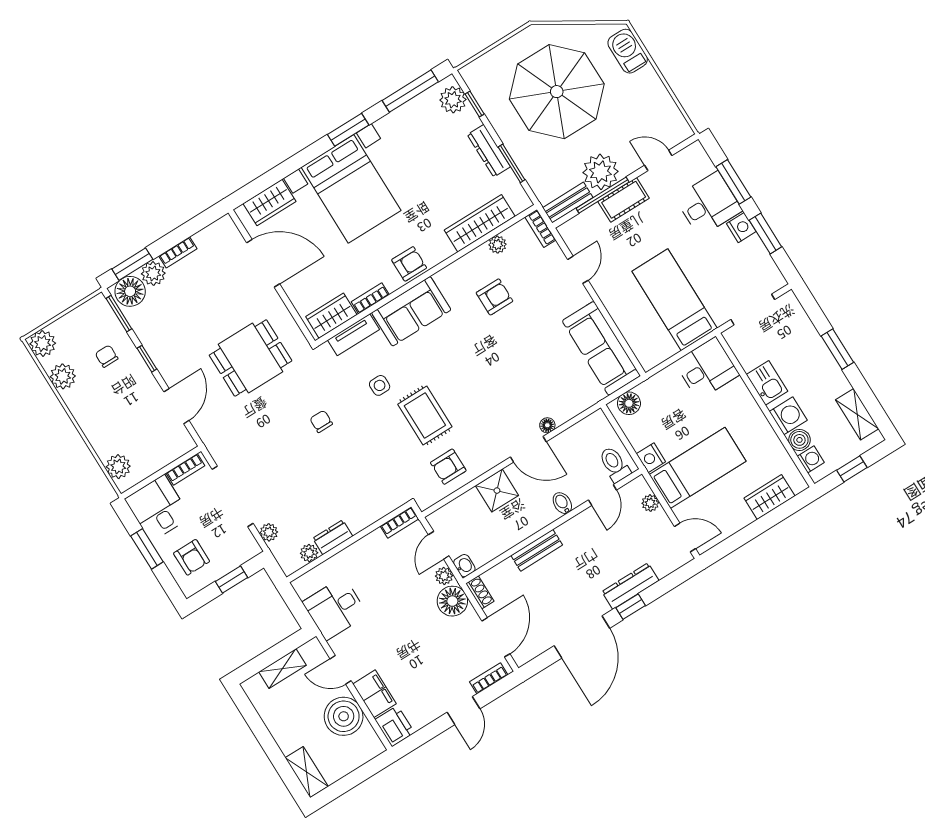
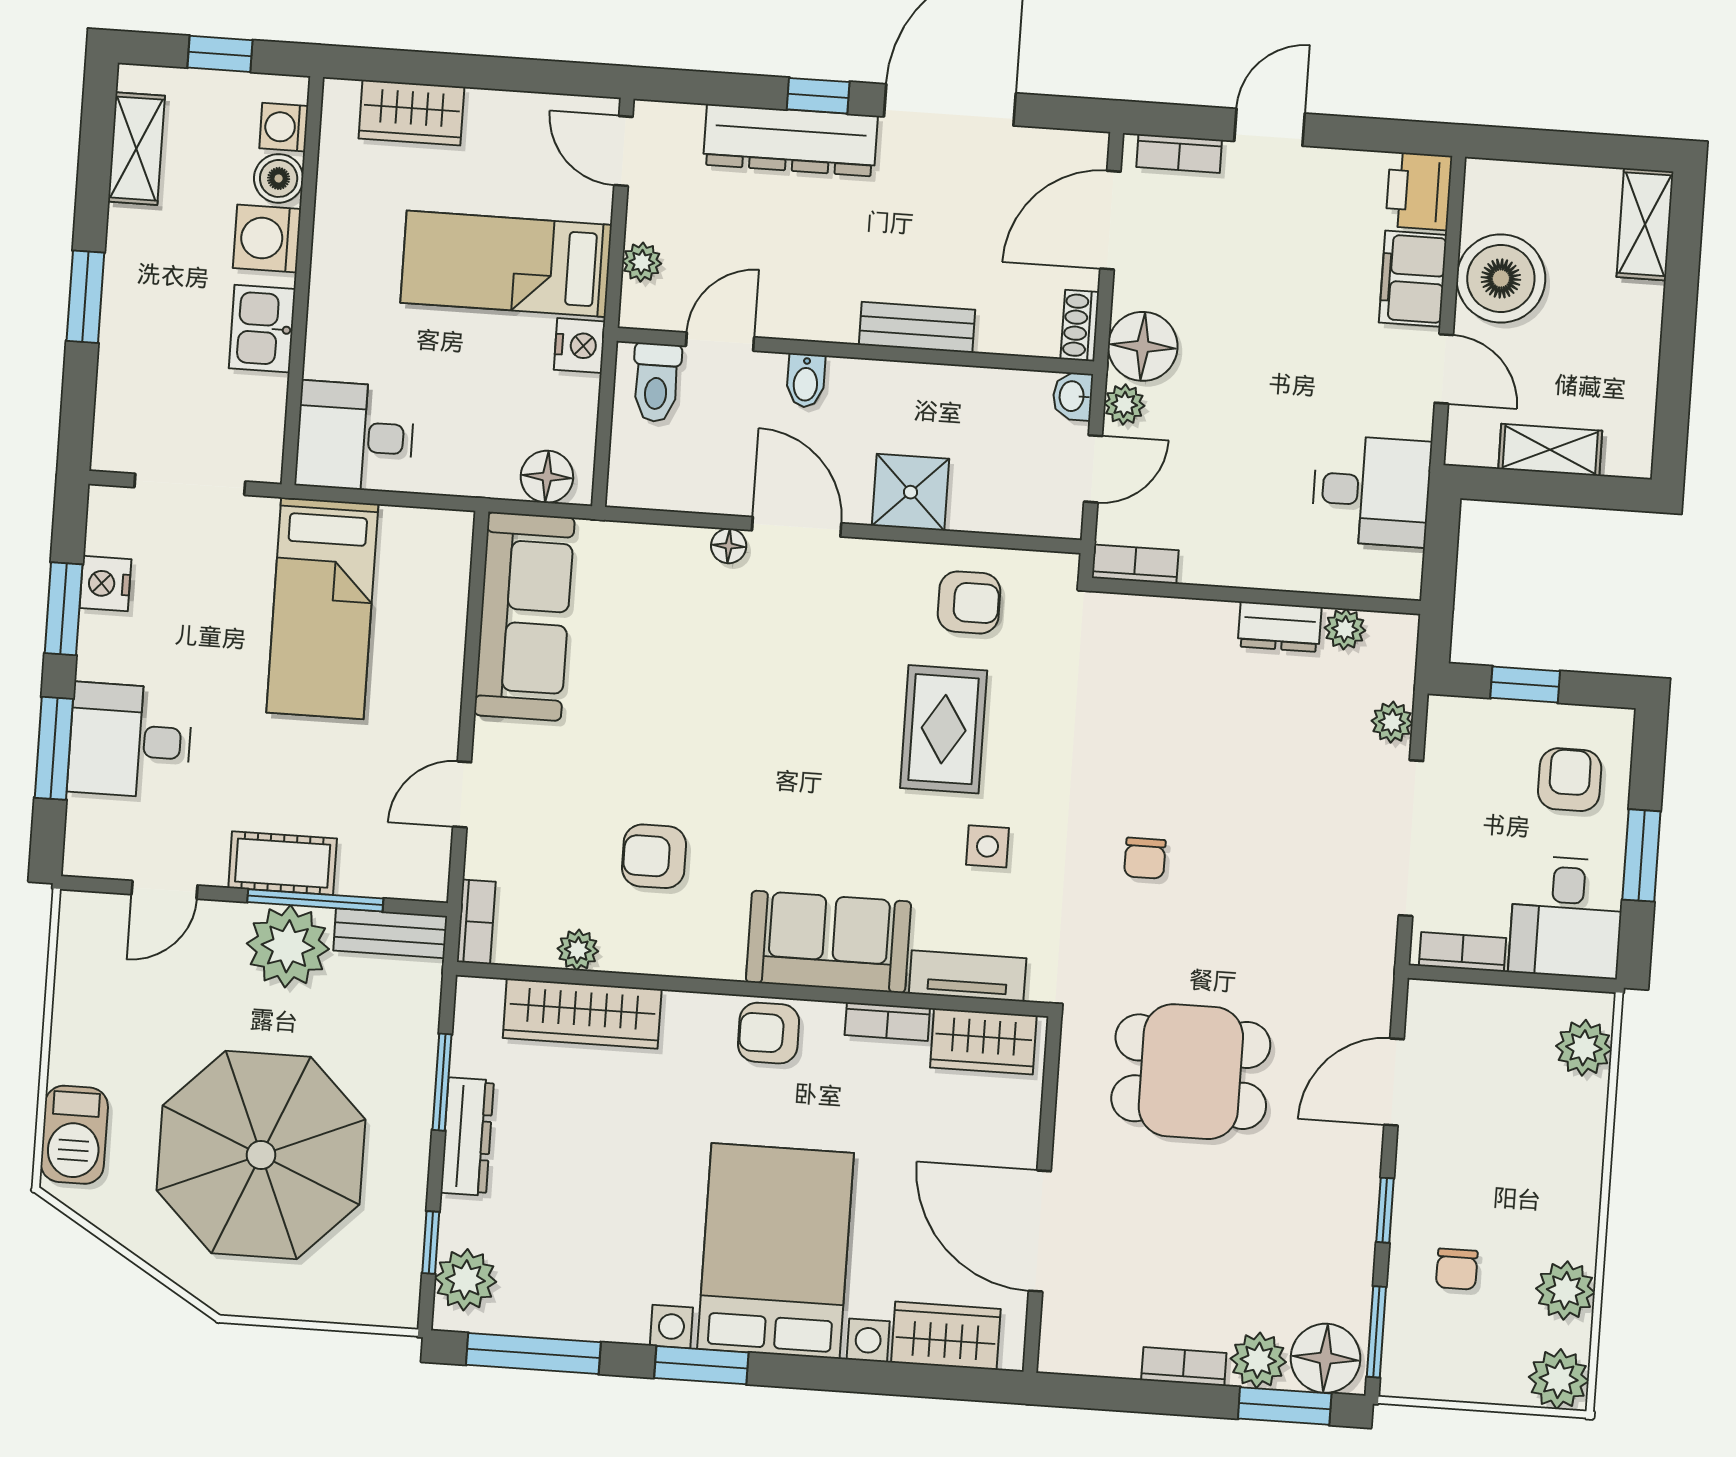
door: (658, 160) -> (165, 890), hinge flipped
nightstand: (741, 228) -> (105, 584), moved
dresser: (630, 586) -> (790, 140), width x1.37, depth x1.24

